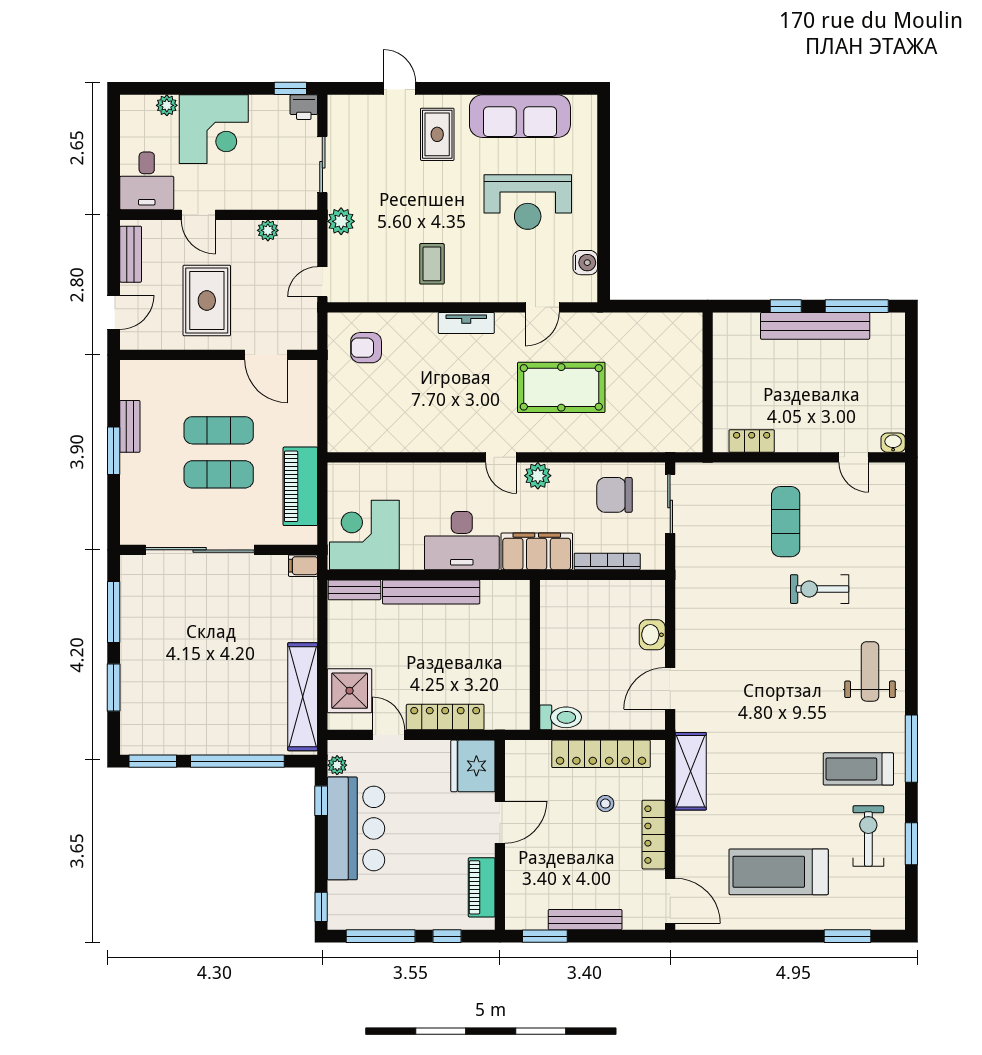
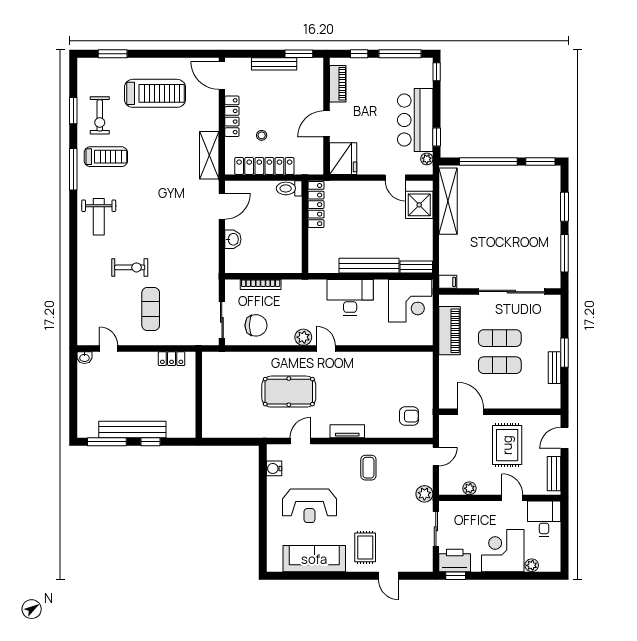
printer: (304, 107) -> (455, 561), width x1.87, depth x1.48
reception desk: (528, 202) -> (309, 506), turned 180
filing cabinet: (537, 551) -> (304, 291), removed
locker: (445, 717) -> (316, 205), moved, turned -90

